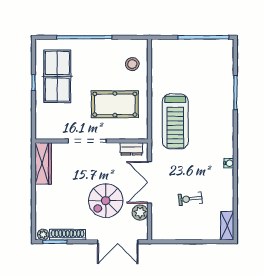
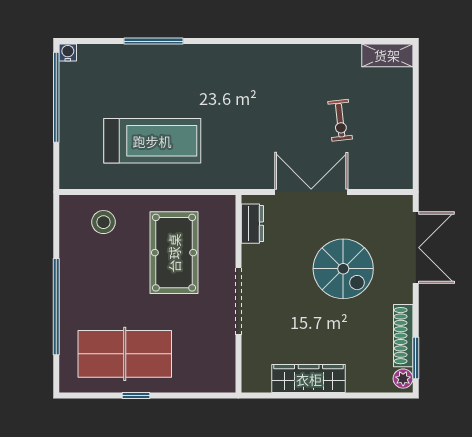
treadmill: (175, 121) -> (152, 141), moved
wardrobe: (43, 163) -> (309, 379), moved
water cooler: (229, 163) -> (68, 52), moved
double door: (149, 182) -> (311, 192), swing flipped
plant: (140, 213) -> (364, 208), removed

